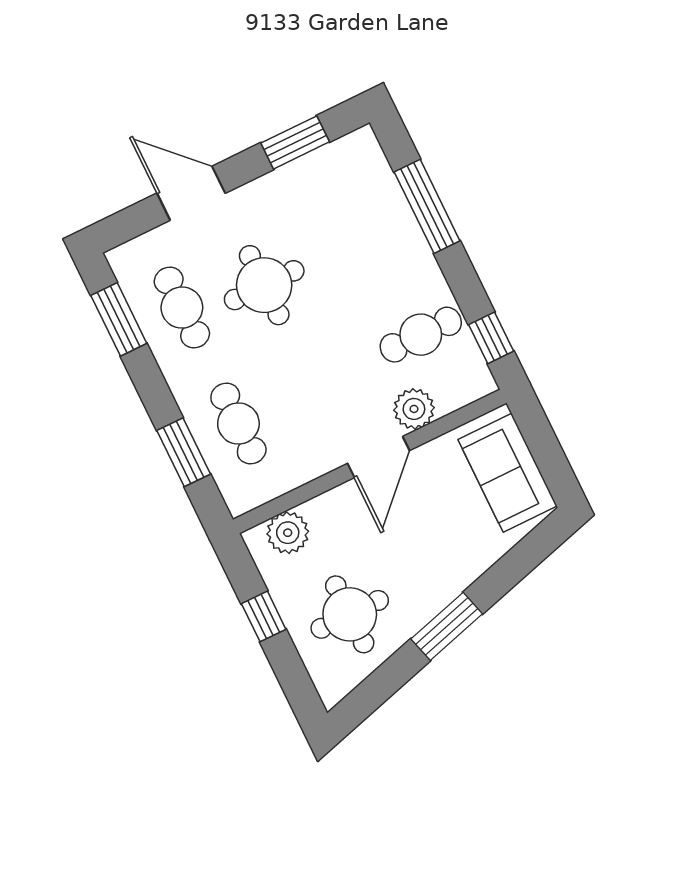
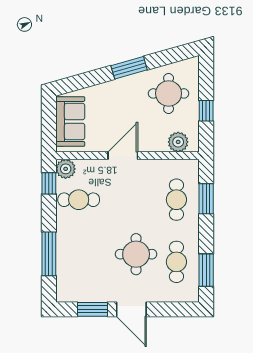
door: (191, 193) -> (131, 309), moved
plant: (414, 409) -> (66, 169), moved

